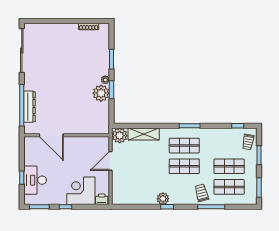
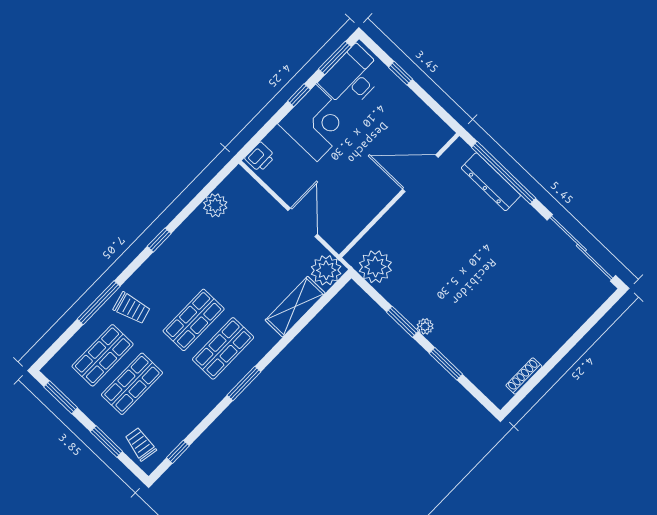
plant: (101, 93) -> (375, 267), moved
desk: (35, 180) -> (352, 78), moved, turned -90
corner desk: (81, 191) -> (316, 123), moved
plant: (163, 199) -> (215, 205), moved

